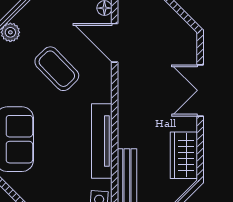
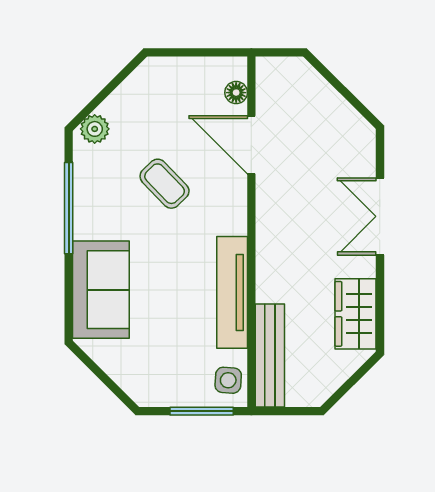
coffee table: (57, 69) -> (165, 184), width x0.73, depth x0.77

